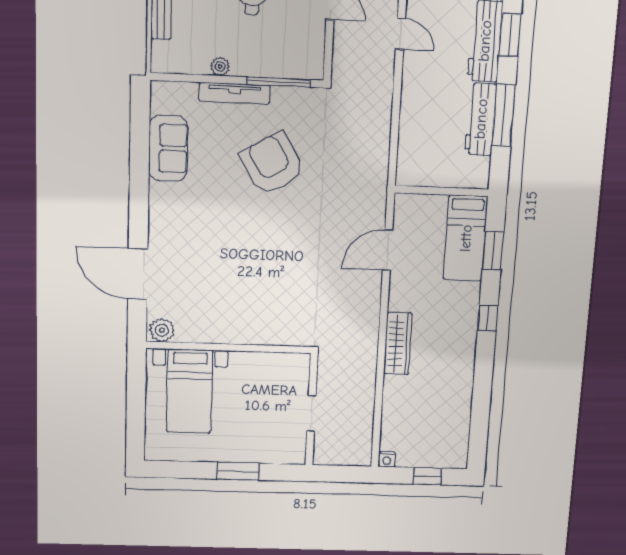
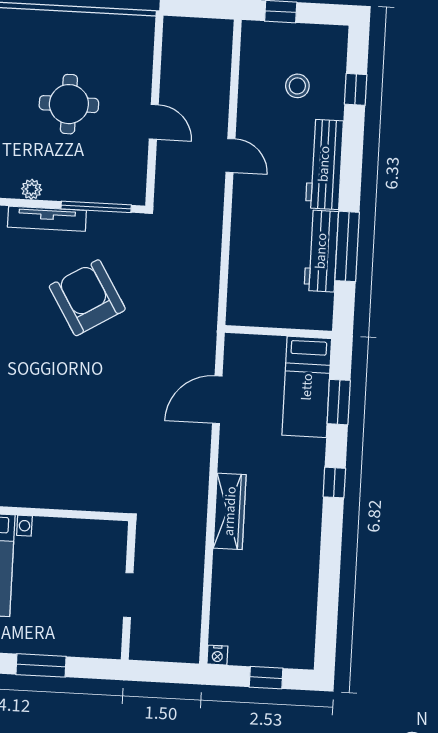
window: (510, 35) -> (352, 158), removed

